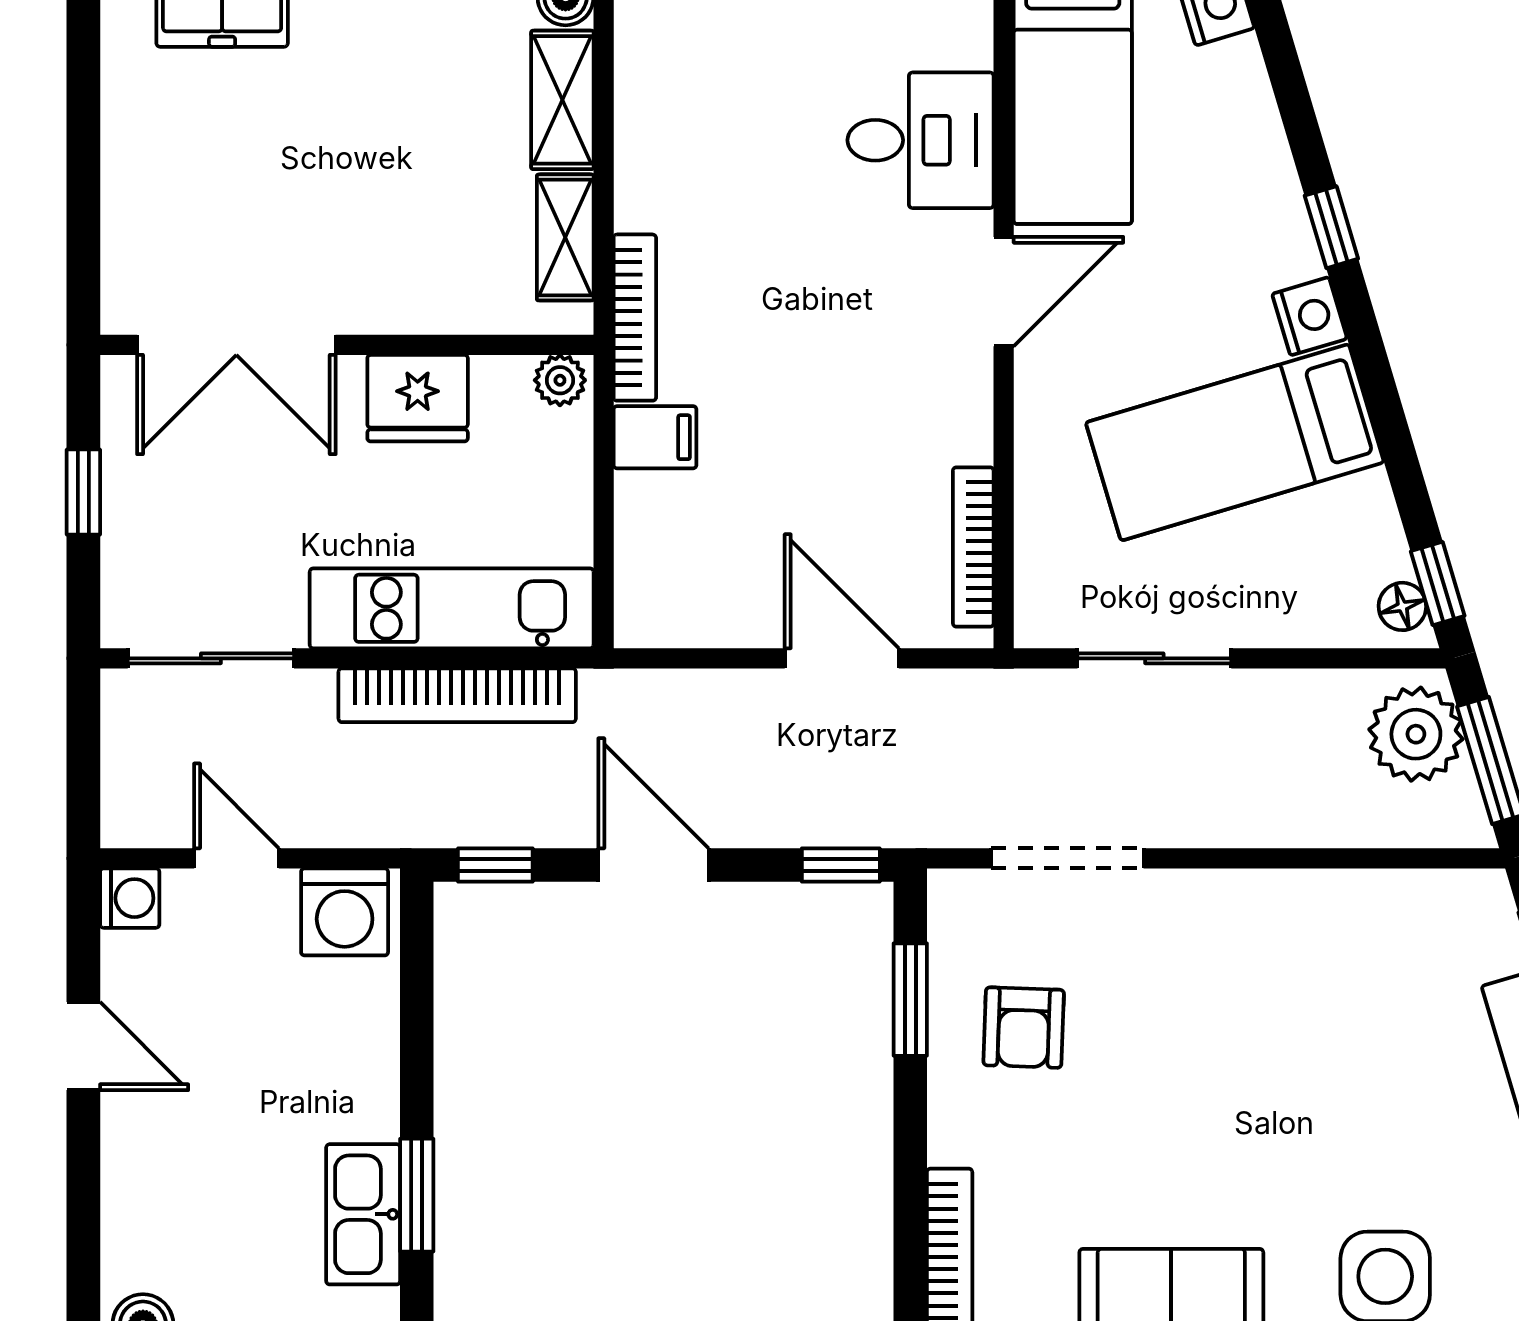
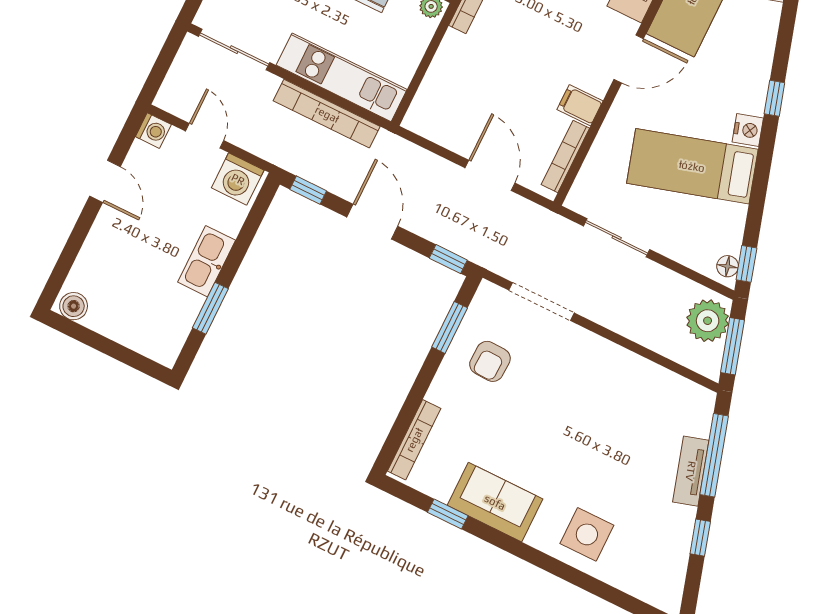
filing cabinet: (655, 437) -> (580, 105), moved, turned 180
kitchen sink: (363, 1214) -> (207, 261), moved

